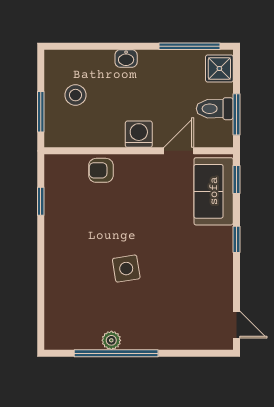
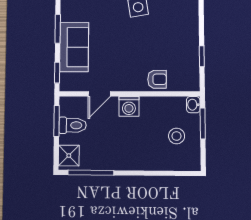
washbasin: (126, 59) -> (193, 105), moved, turned -90
sofa: (214, 191) -> (74, 47), moved
window: (236, 239) -> (58, 29), width x1.50

